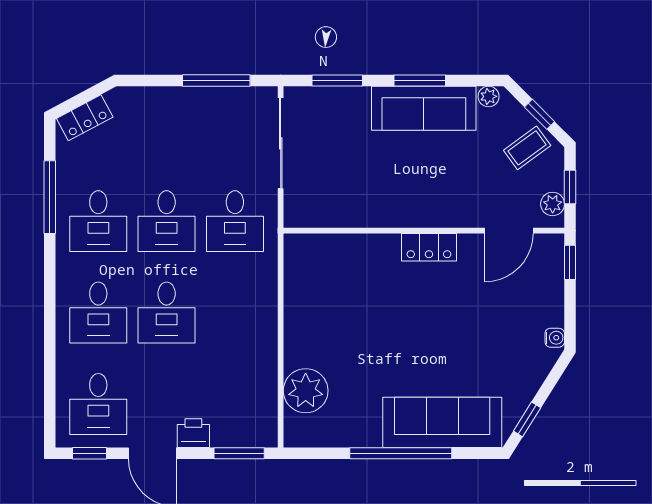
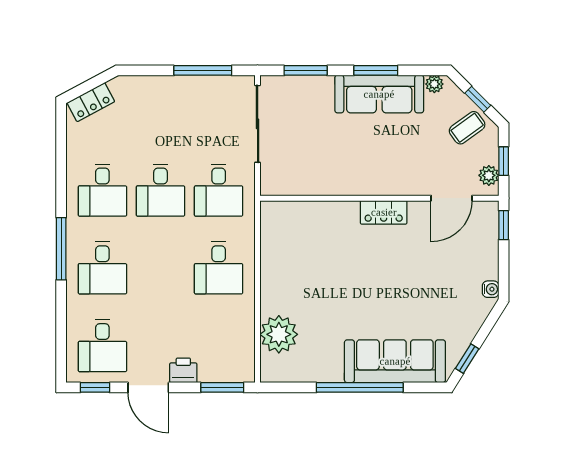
window: (50, 197) -> (61, 249), moved
desk: (167, 313) -> (219, 268), moved

